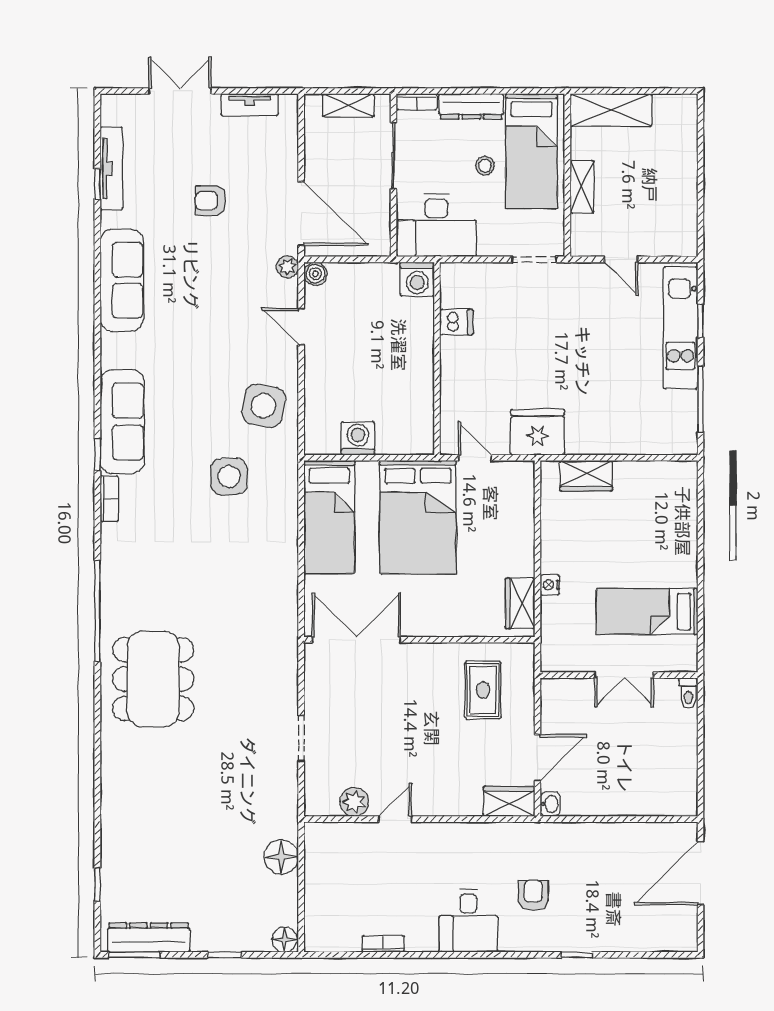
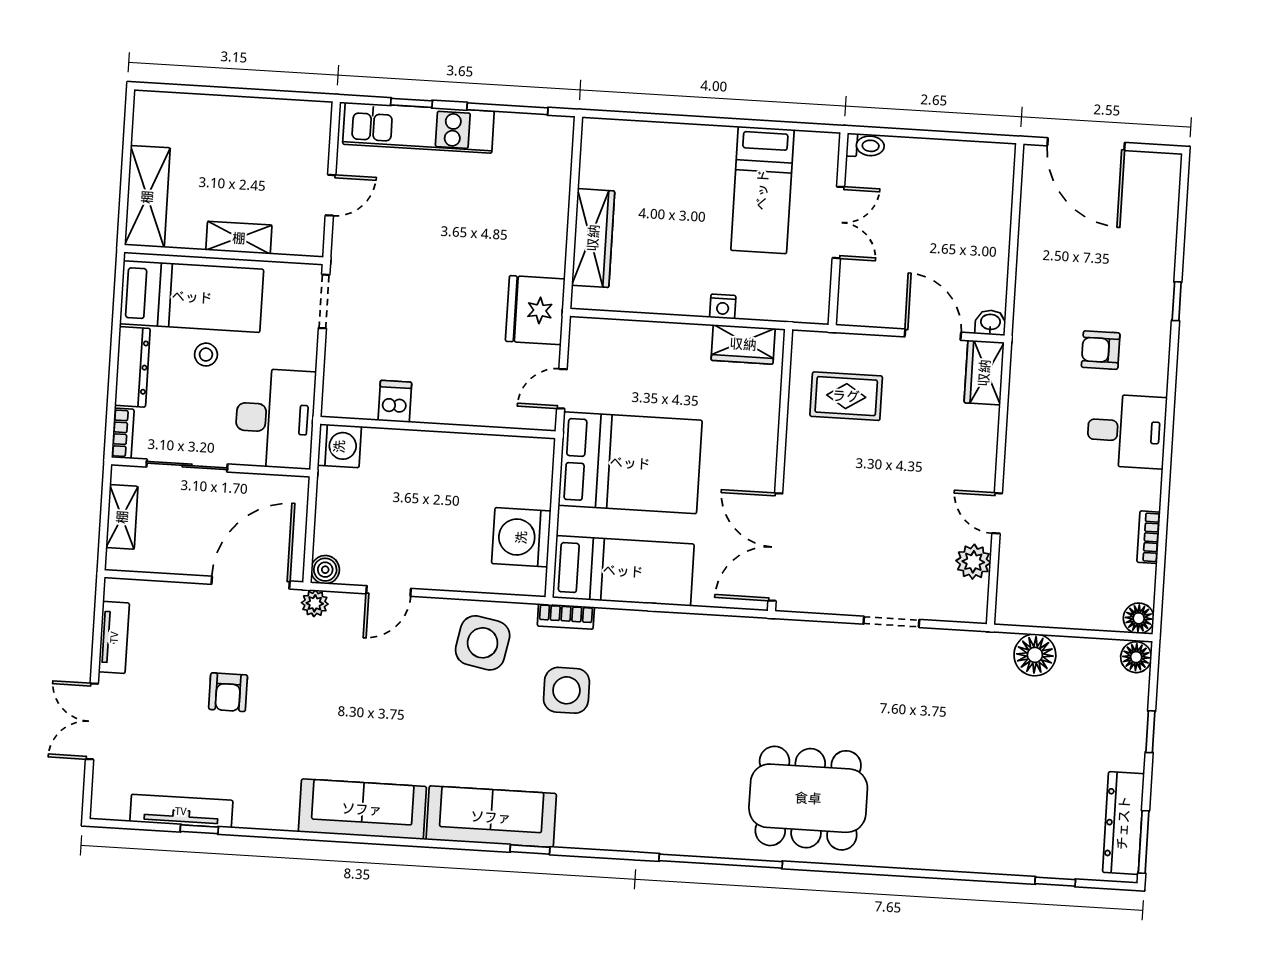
sofa: (122, 280) -> (362, 809), moved
washing machine: (358, 438) -> (521, 537), width x1.37, depth x1.37
wardrobe: (586, 476) -> (593, 238), width x1.50
bookcase: (109, 499) -> (566, 616), moved, turned 180
floor lamp: (316, 940) -> (1139, 618), added

